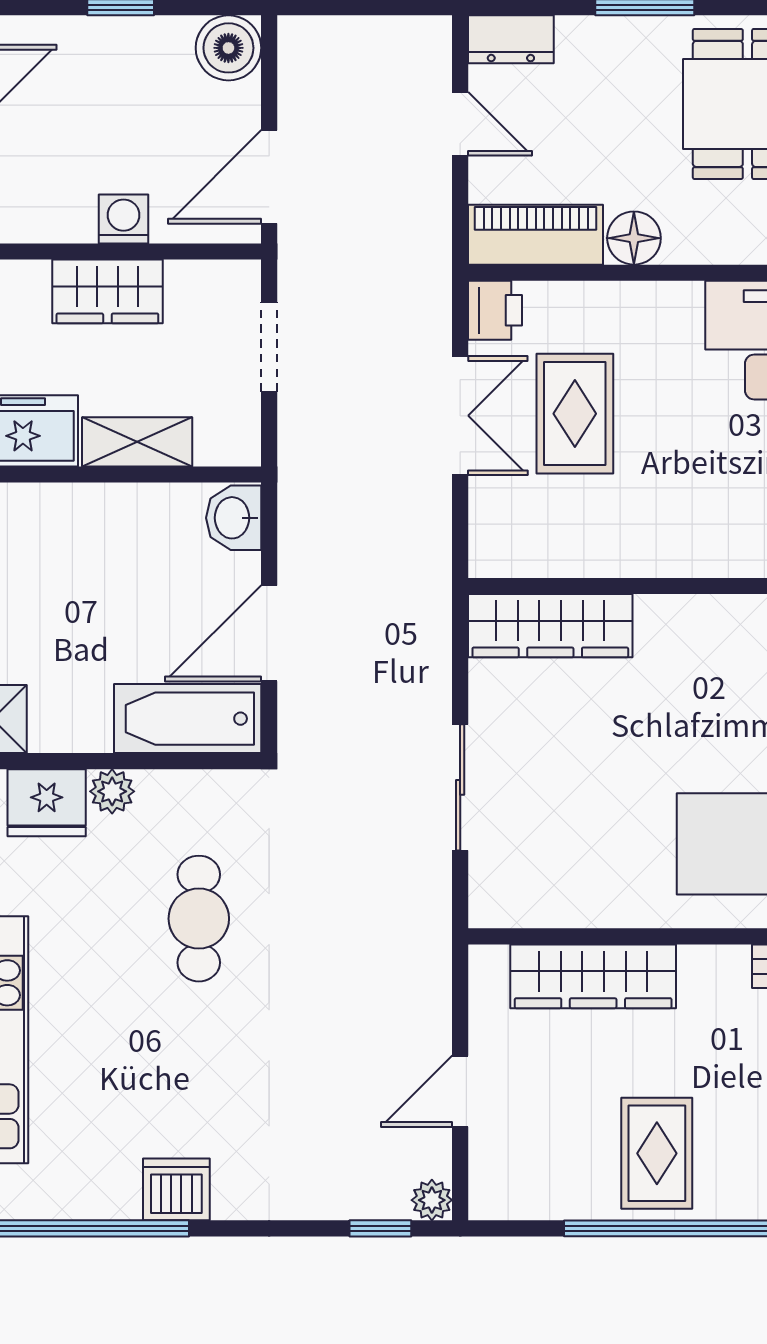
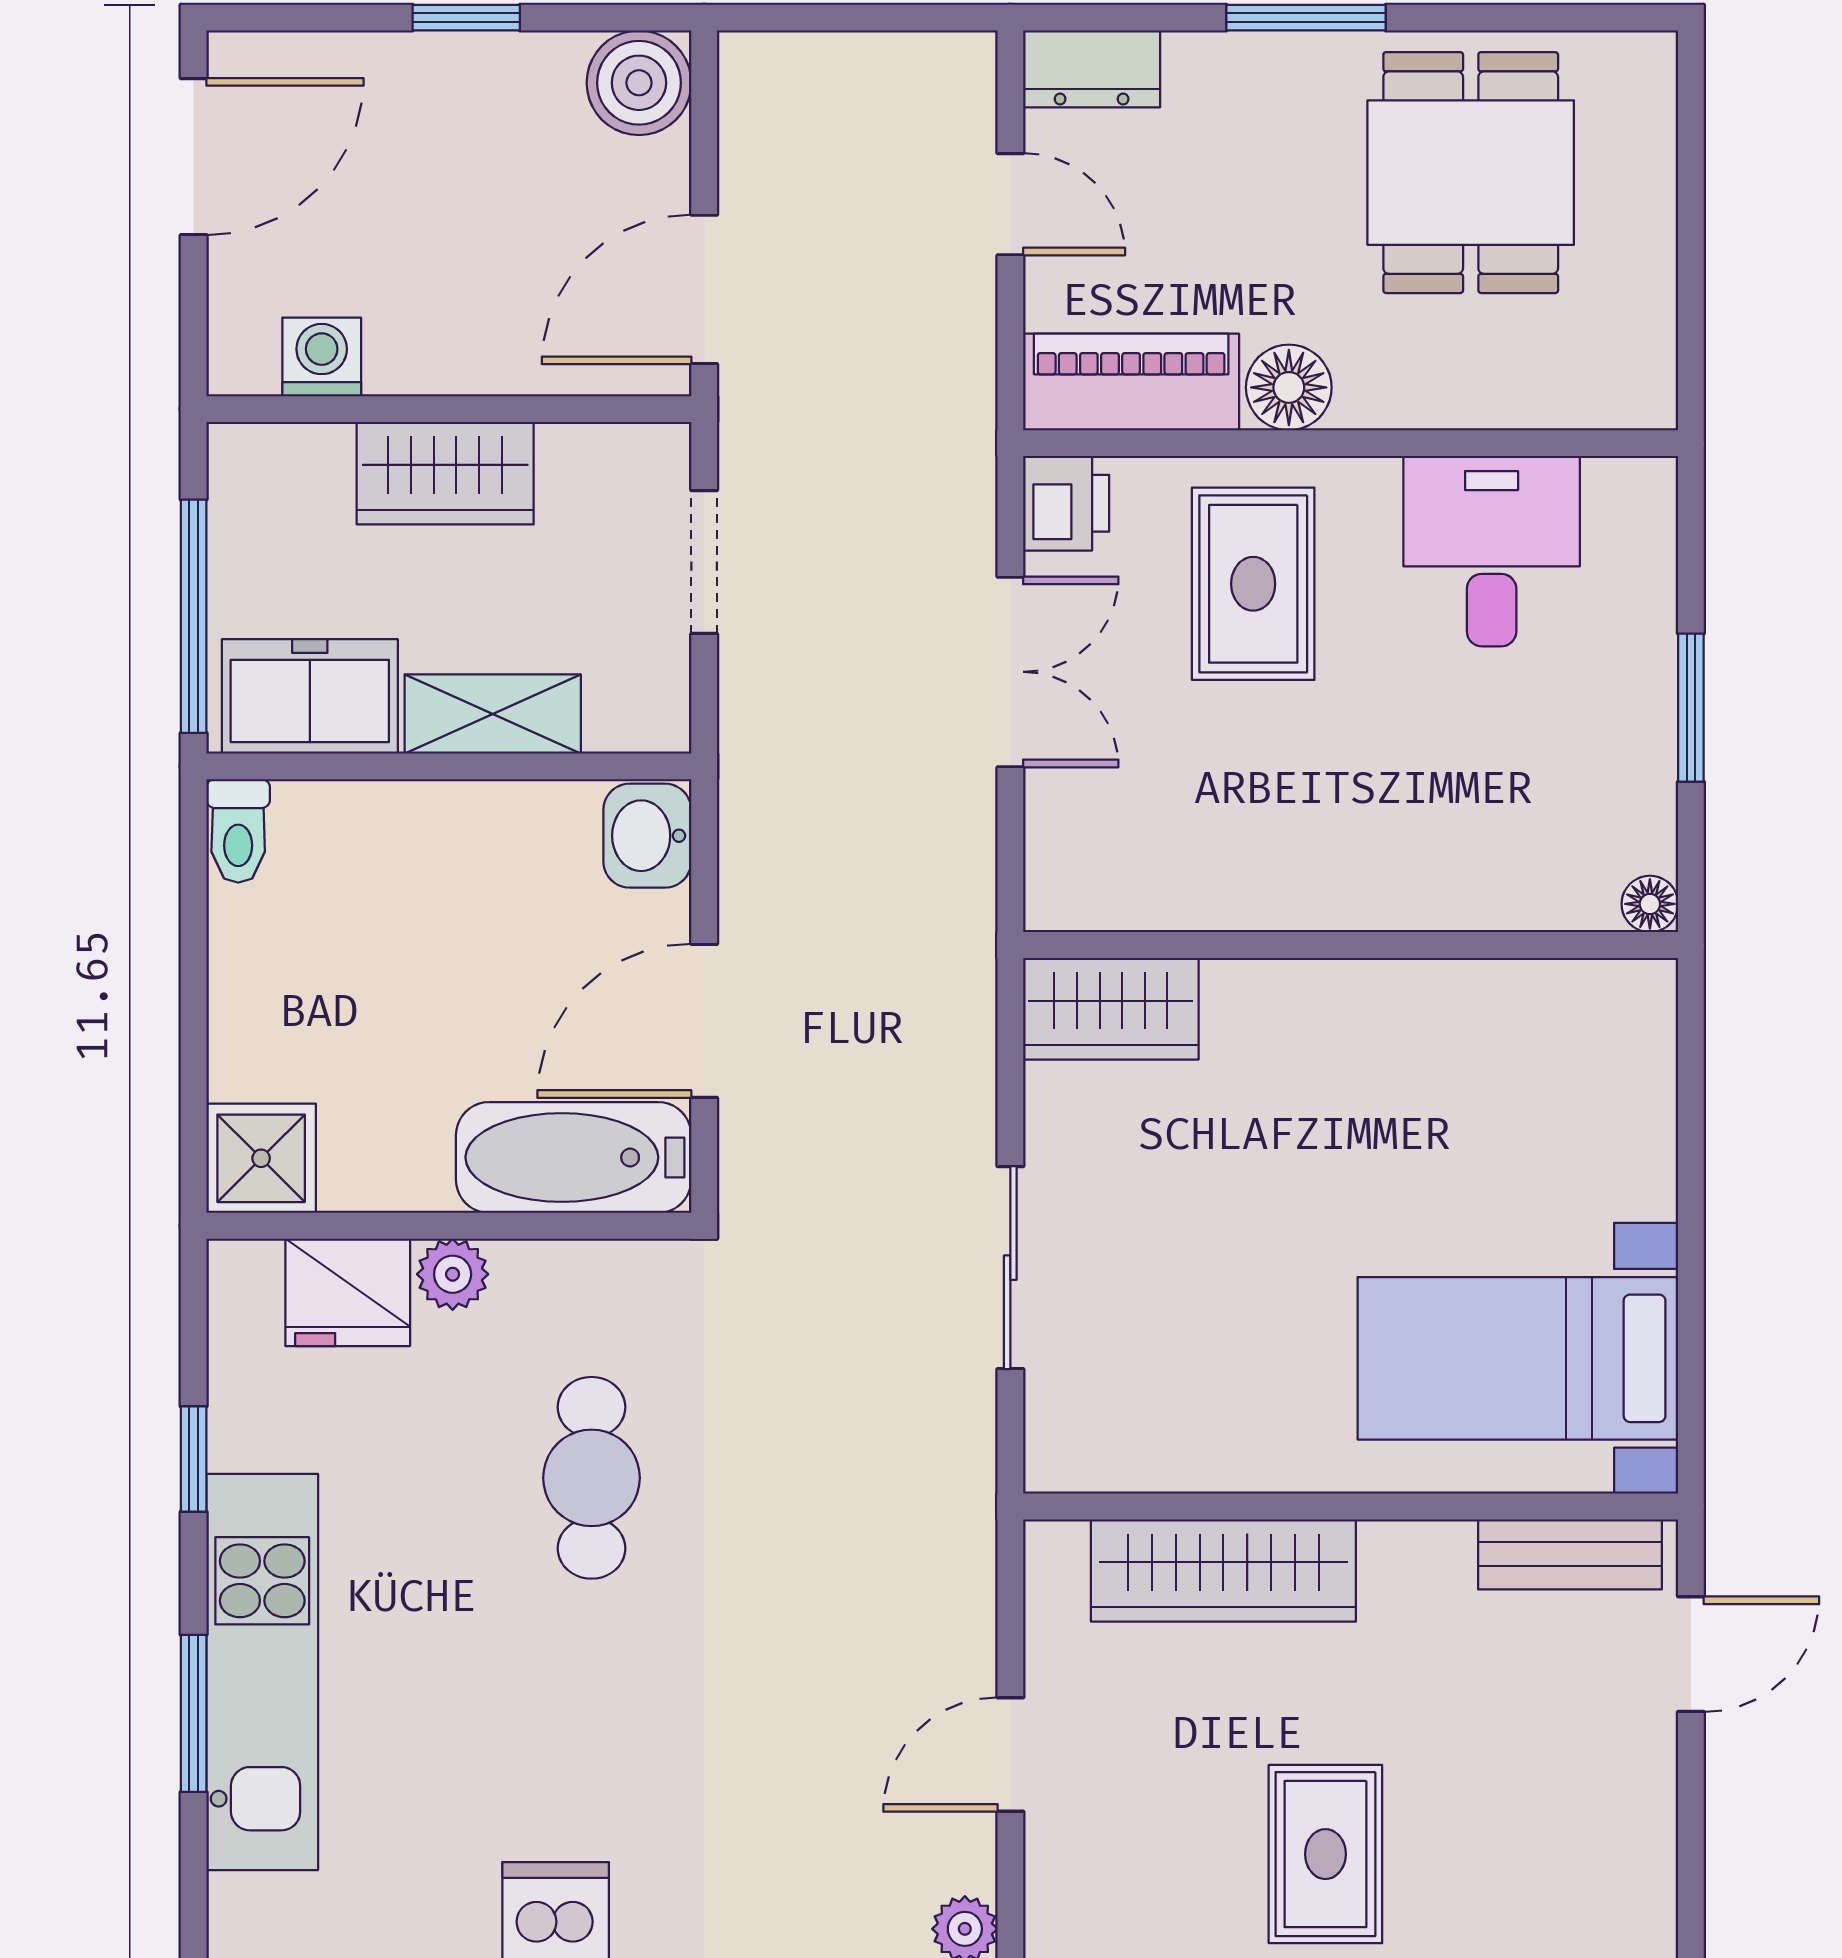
washing machine: (124, 219) -> (322, 357), moved
rug: (575, 414) -> (1253, 584), moved
wardrobe: (550, 626) -> (1111, 1009), width x0.67

